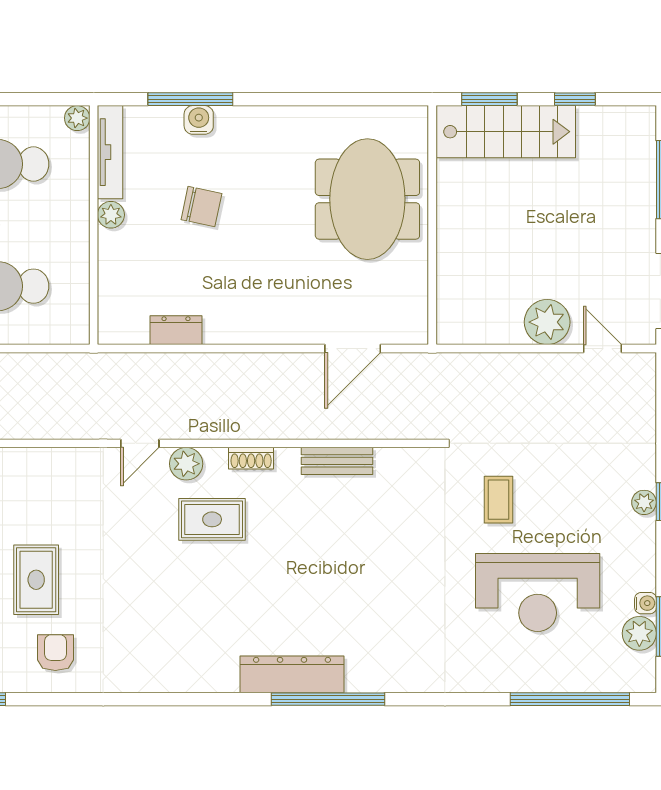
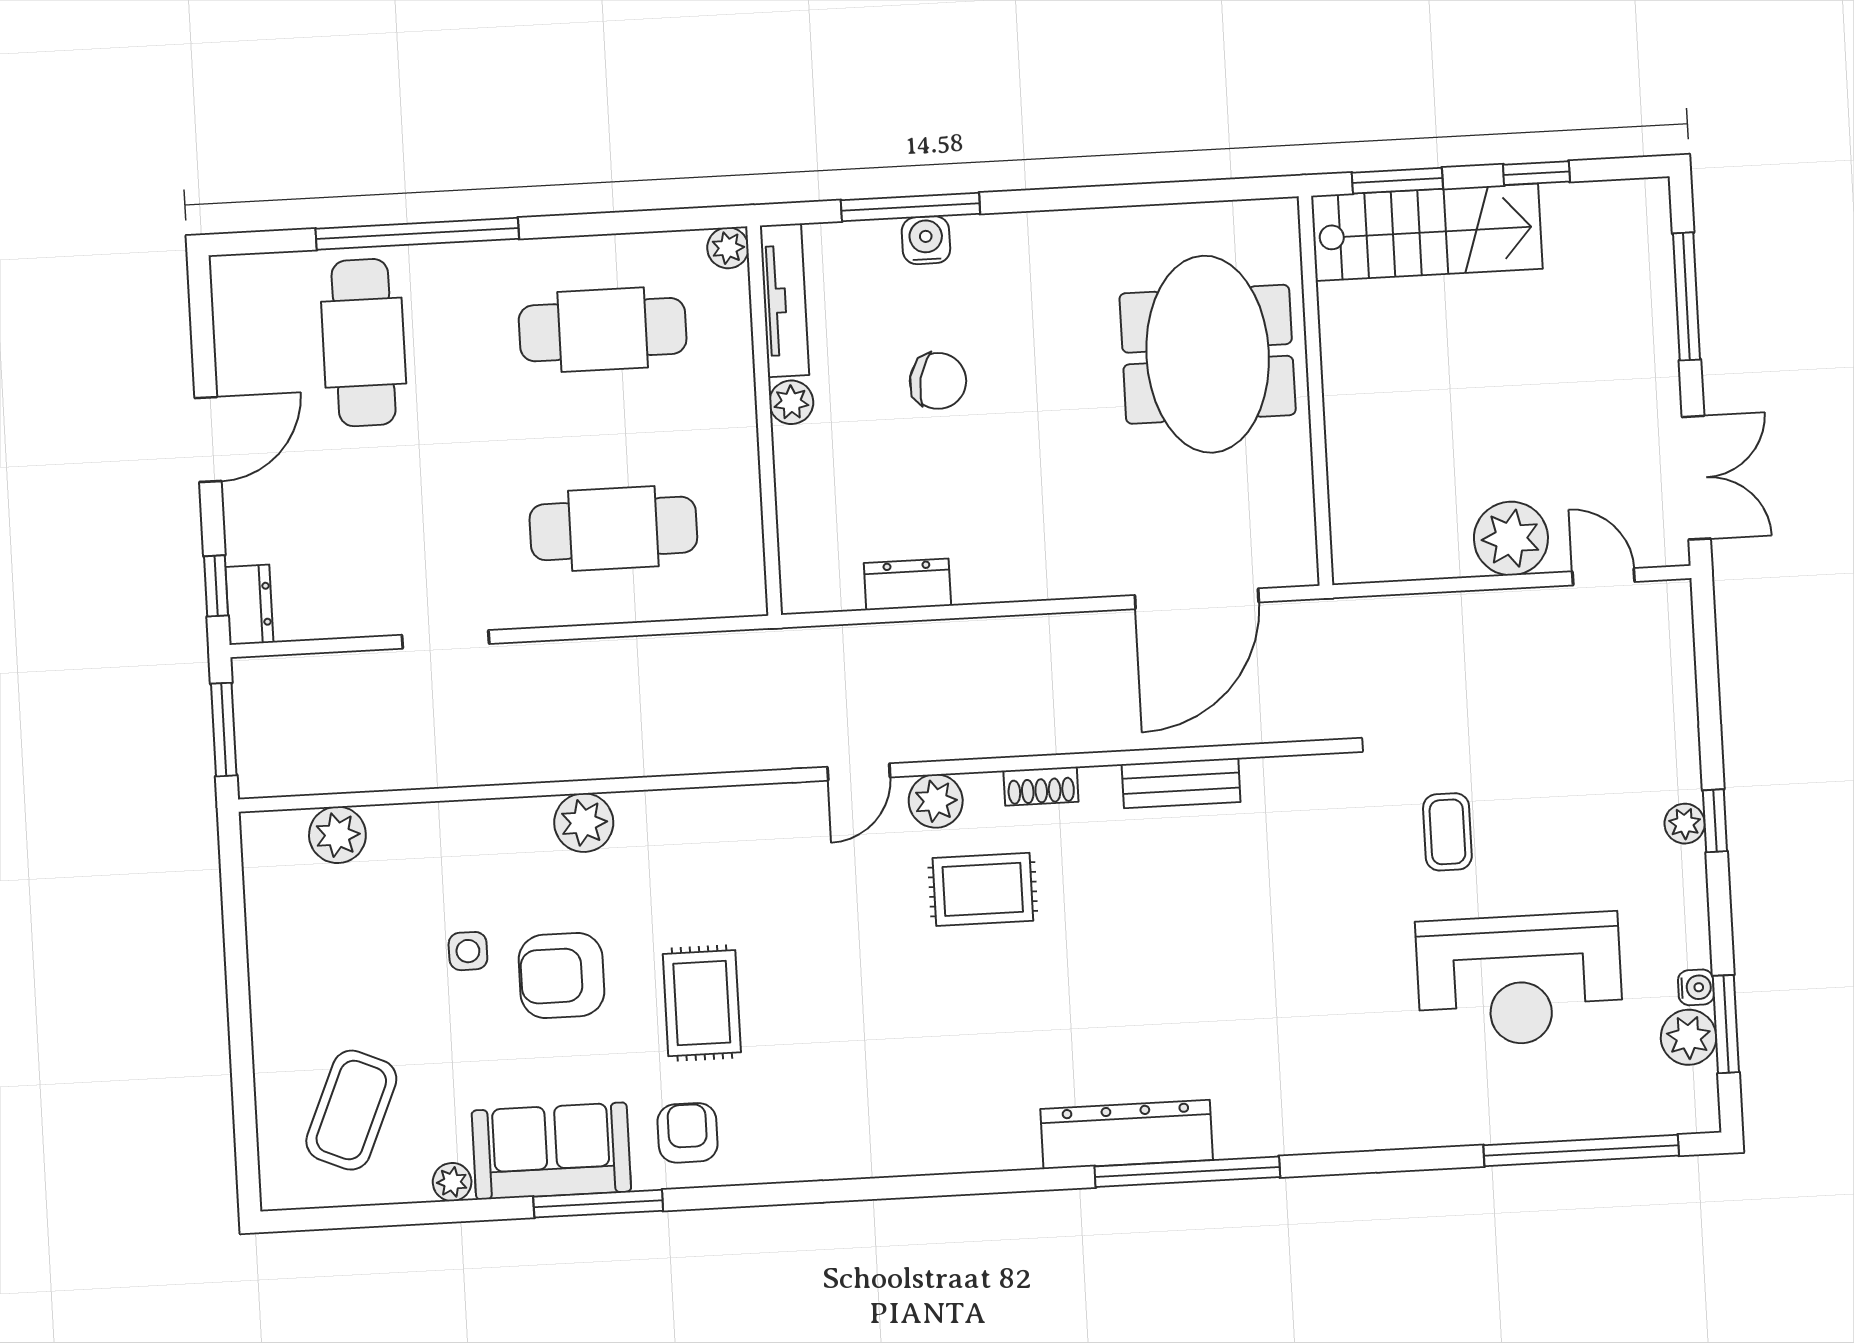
door: (353, 349) -> (1197, 599), width x1.36
armchair: (55, 653) -> (688, 1133), moved

